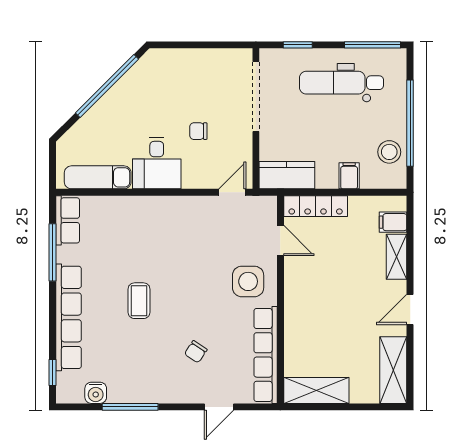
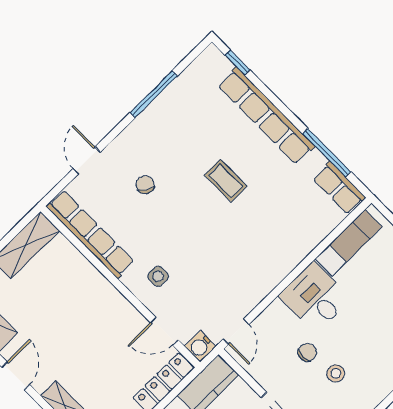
stool: (193, 98) -> (336, 373), added
side table: (248, 281) -> (158, 276), width x0.54, depth x0.54
water cooler: (96, 393) -> (200, 346), moved, turned -90

